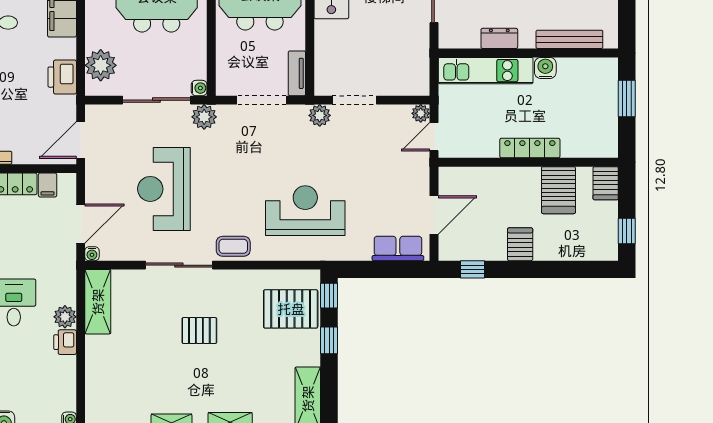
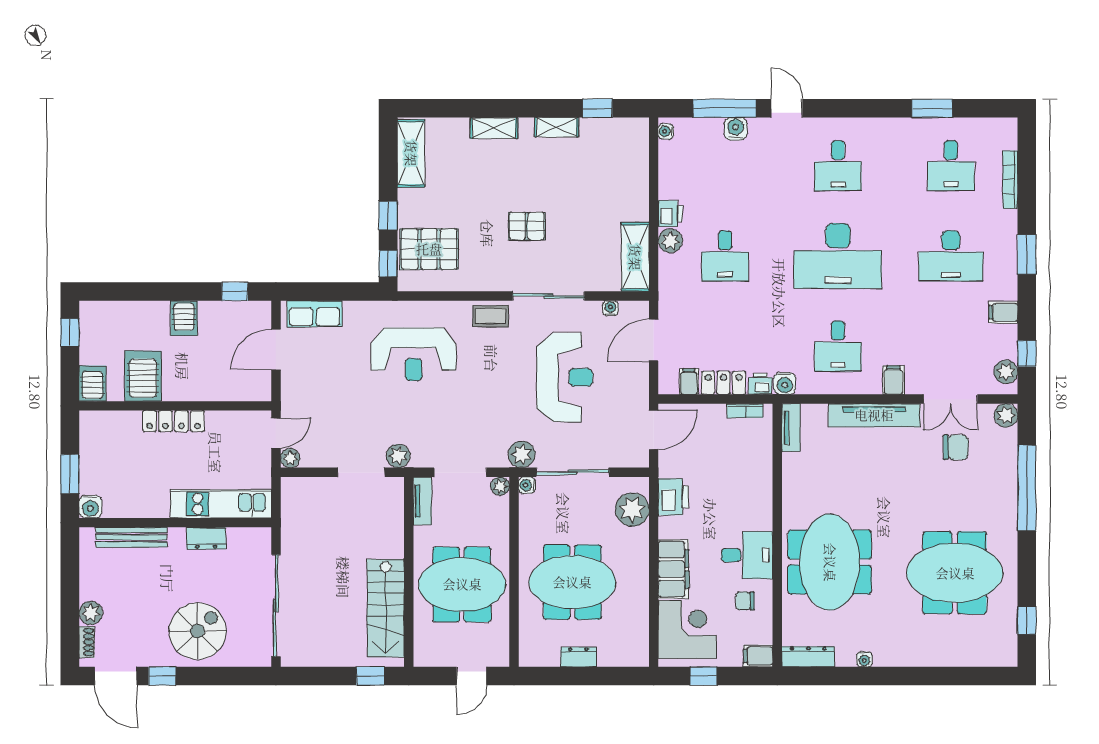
water cooler: (545, 68) -> (90, 507), moved
plant: (224, 87) -> (500, 486), added
water cooler: (92, 254) -> (610, 308), moved

